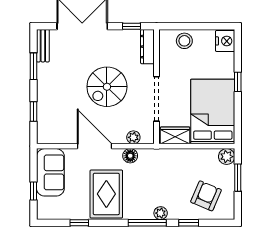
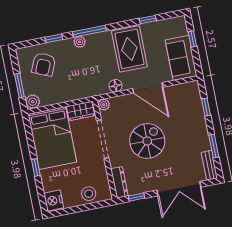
plant: (133, 137) -> (104, 105), moved

